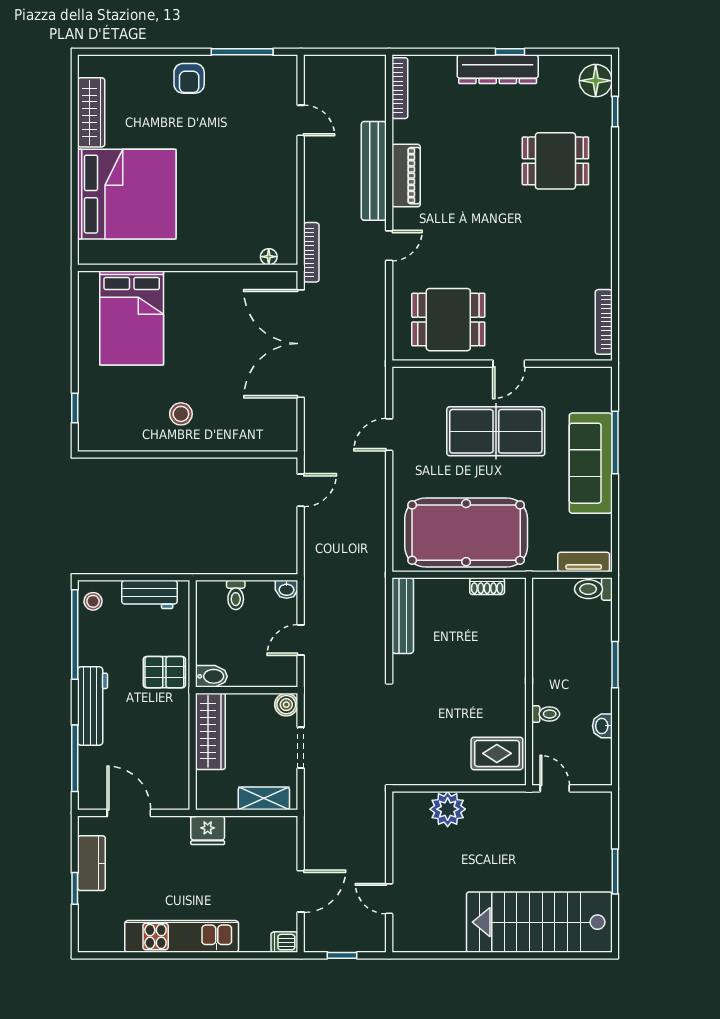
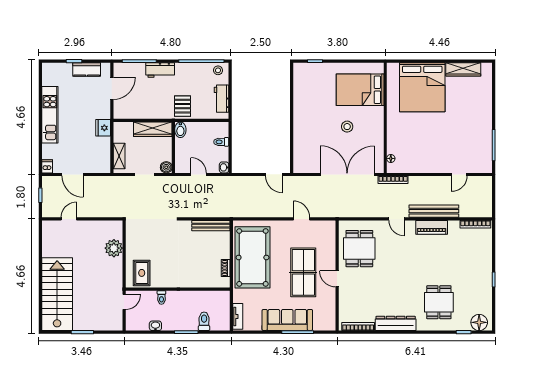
dresser: (498, 69) -> (396, 323), moved, turned 90
armchair: (189, 78) -> (480, 119), removed
stool: (181, 414) -> (347, 127), moved
toilet: (593, 589) -> (204, 321), moved
workbench: (93, 706) -> (160, 70), width x0.73

